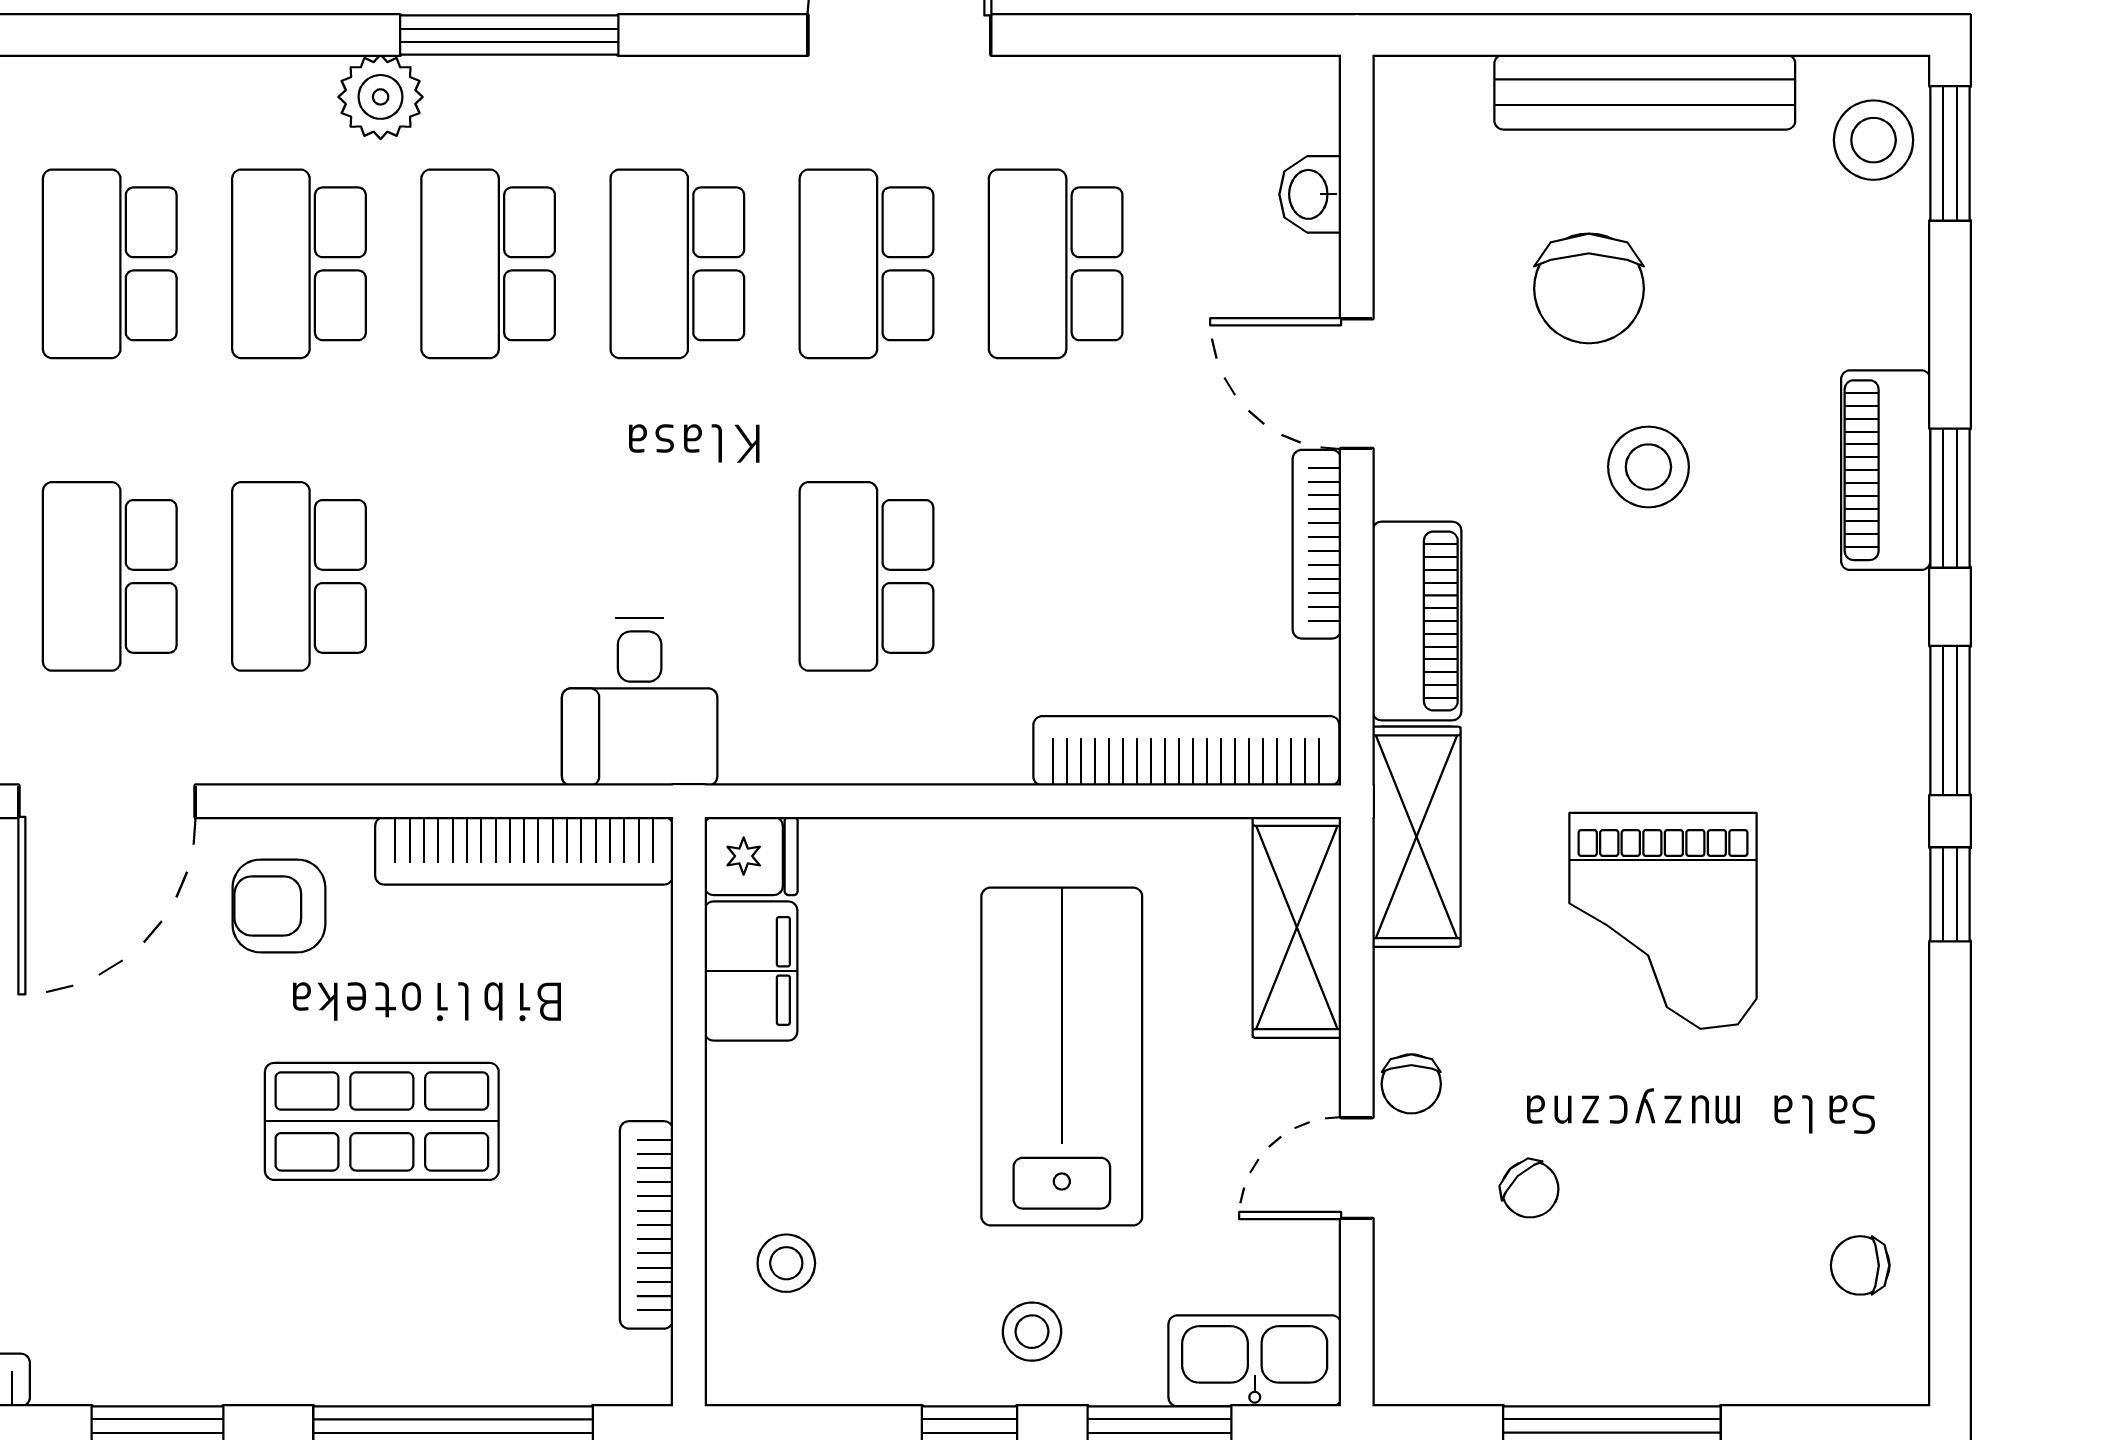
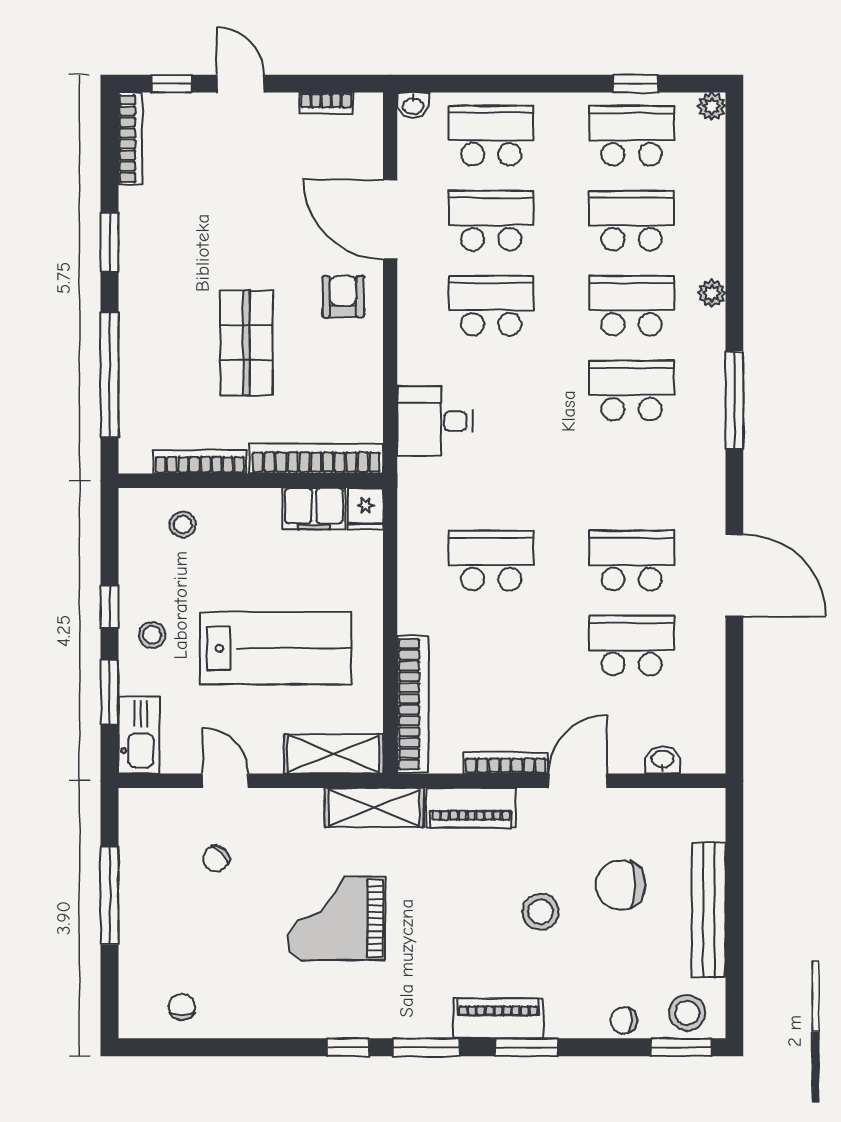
plant: (381, 97) -> (712, 293), moved, width x0.73, depth x0.73
school desk: (677, 264) -> (632, 476), removed
piano: (1886, 470) -> (498, 1018), moved
desk: (640, 702) -> (435, 421), moved
bookcase: (524, 851) -> (316, 458), moved, turned 90
chair: (1411, 1084) -> (624, 1021), moved

